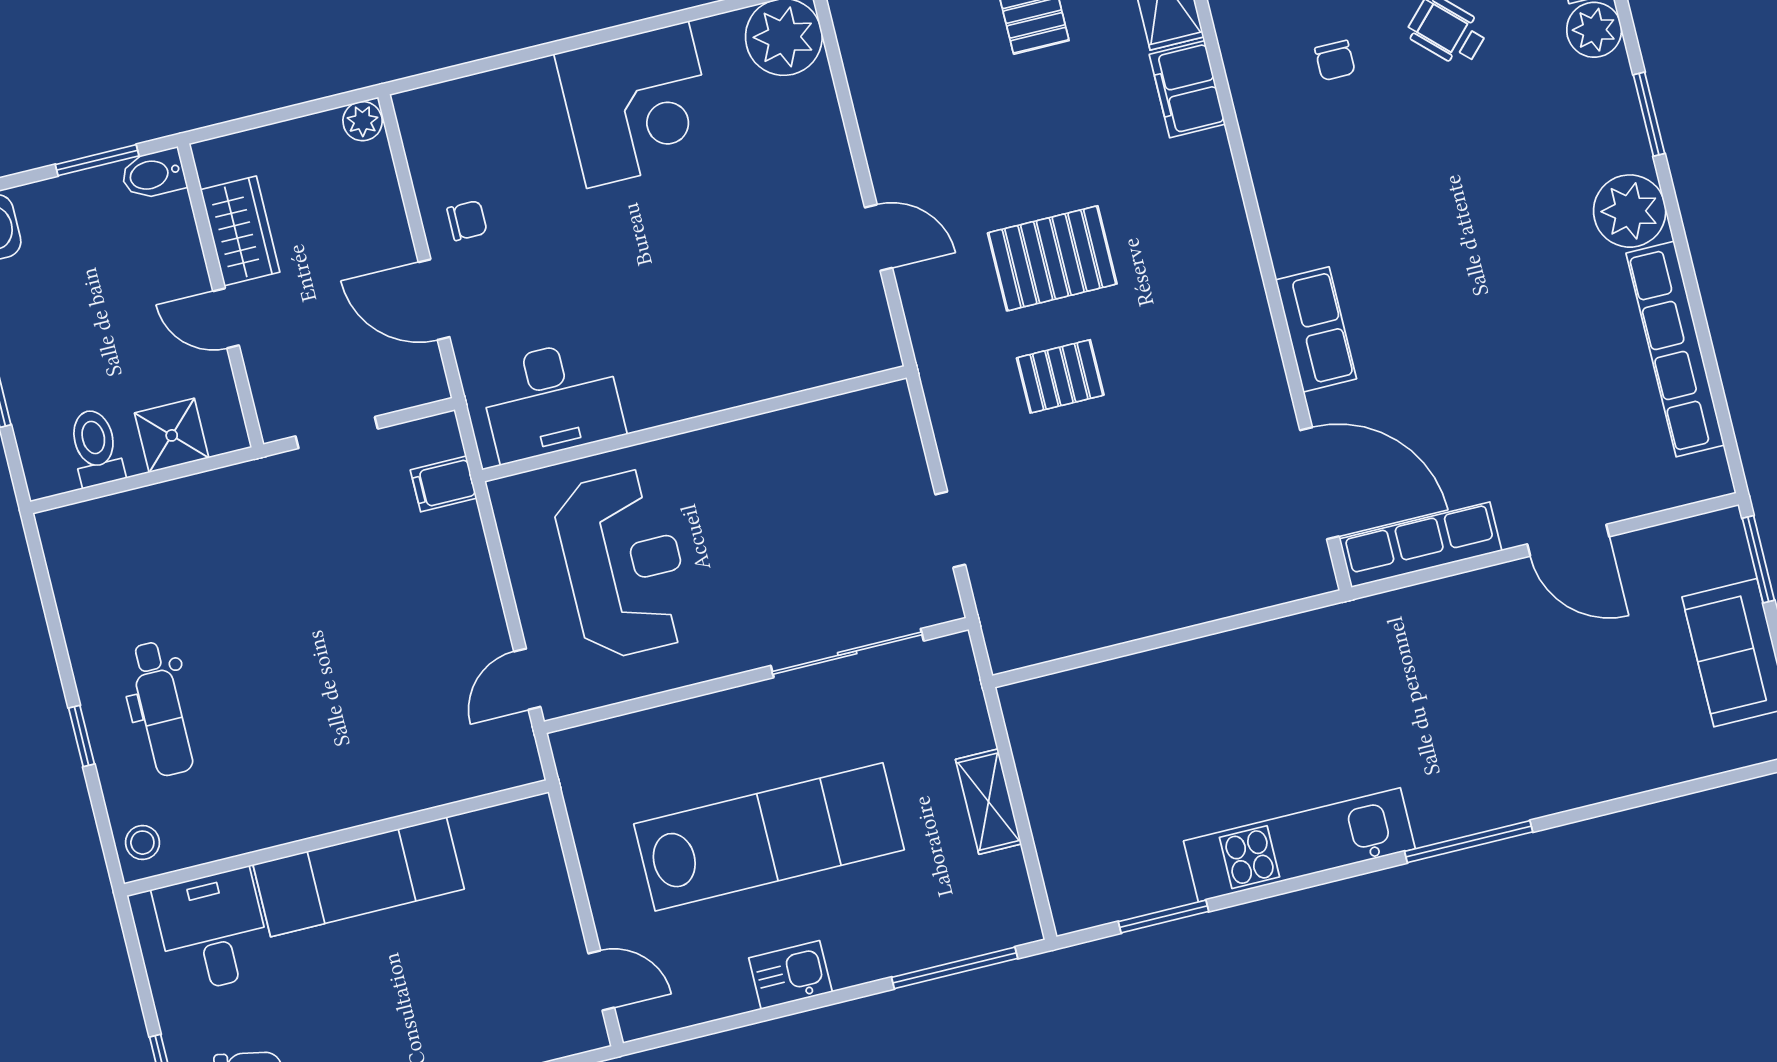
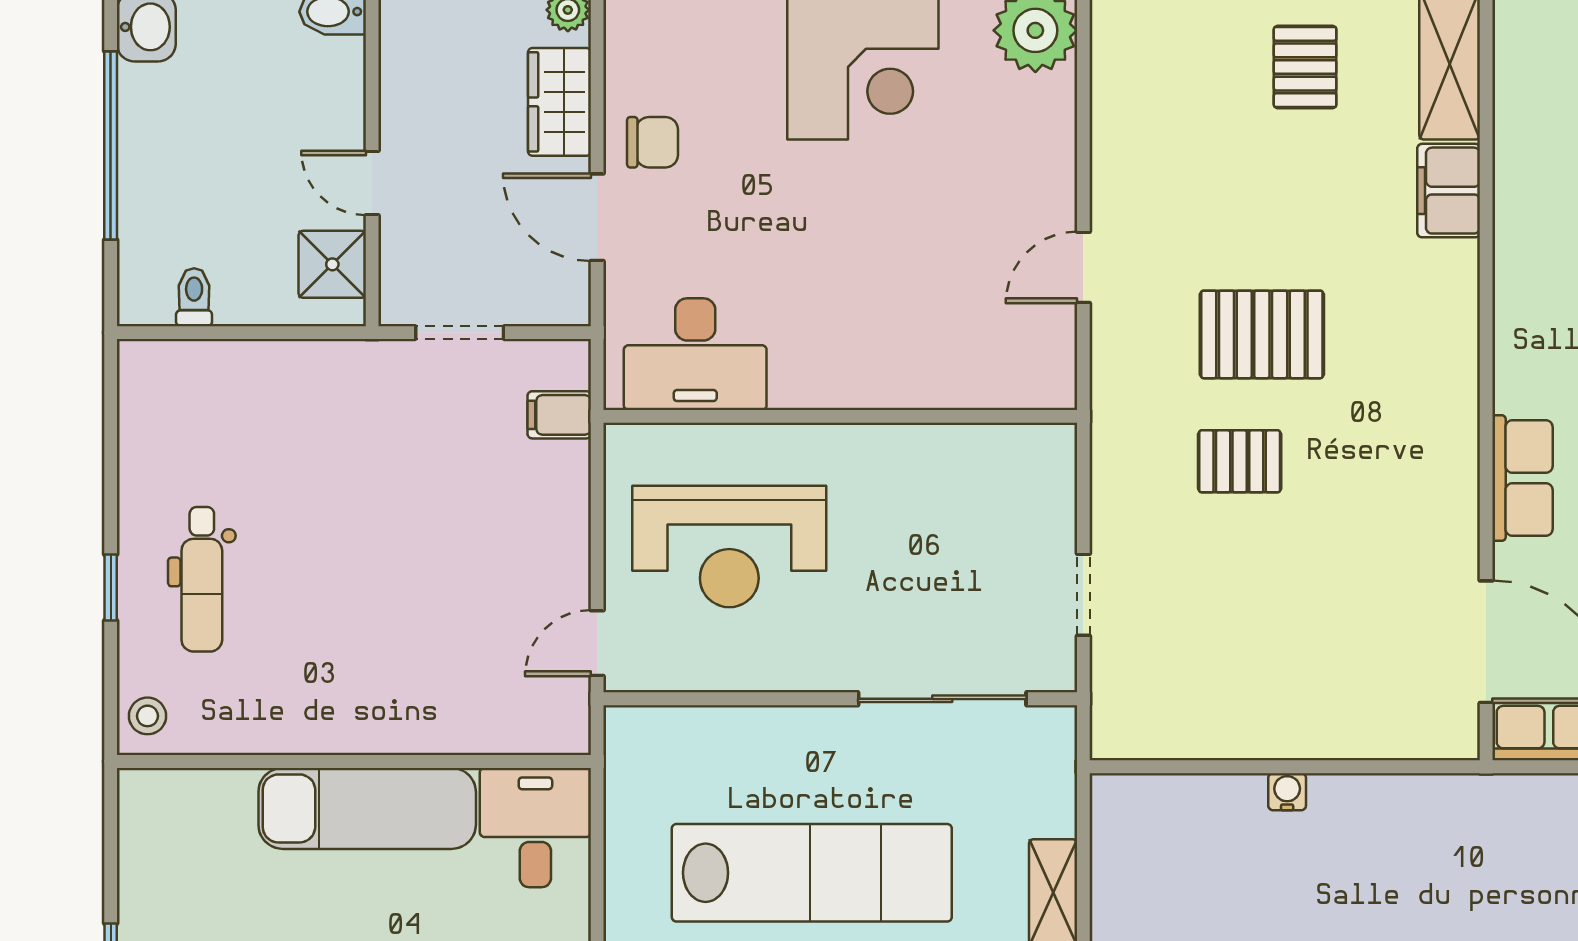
chair: (467, 221) -> (653, 142), width x1.37, depth x1.37
wardrobe: (240, 231) -> (559, 102), moved, turned 180
door: (879, 238) -> (1083, 267), swing flipped
shower: (172, 435) -> (332, 264), moved
toilet: (96, 448) -> (194, 297), width x0.73, depth x0.72
reception desk: (624, 564) -> (729, 546), turned 90
water cooler: (1175, 661) -> (1287, 792), added
desk: (213, 931) -> (535, 828), moved

